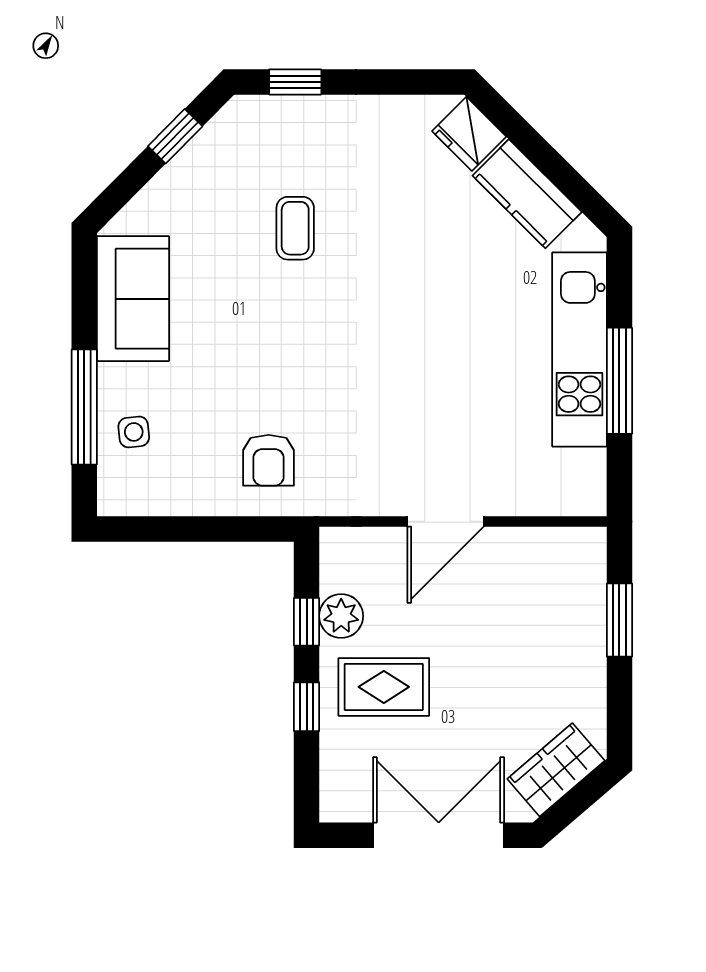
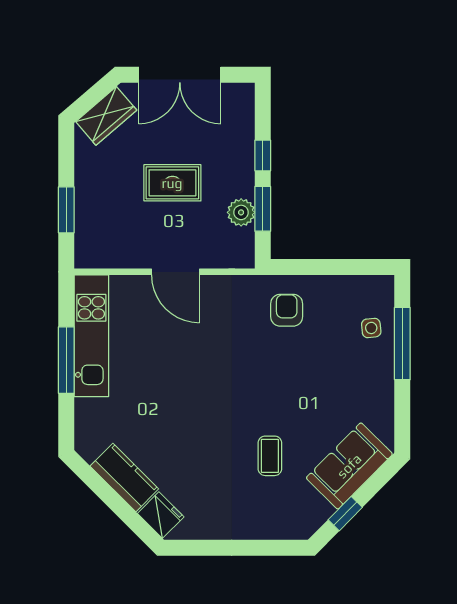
window: (295, 82) -> (270, 548), removed
sofa: (133, 299) -> (349, 466), moved, turned 45
kitchen unit: (580, 350) -> (91, 336), moved
door: (446, 521) -> (175, 272), swing flipped
window: (307, 622) -> (263, 209), width x1.50
rug: (384, 687) -> (172, 183), moved

